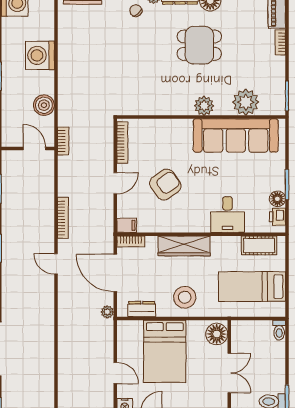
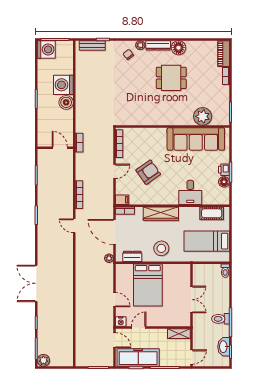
boiler: (44, 105) -> (66, 102), moved
plant: (204, 106) -> (174, 119), removed
printer: (277, 217) -> (224, 170), moved
floor lamp: (217, 334) -> (183, 273), removed

